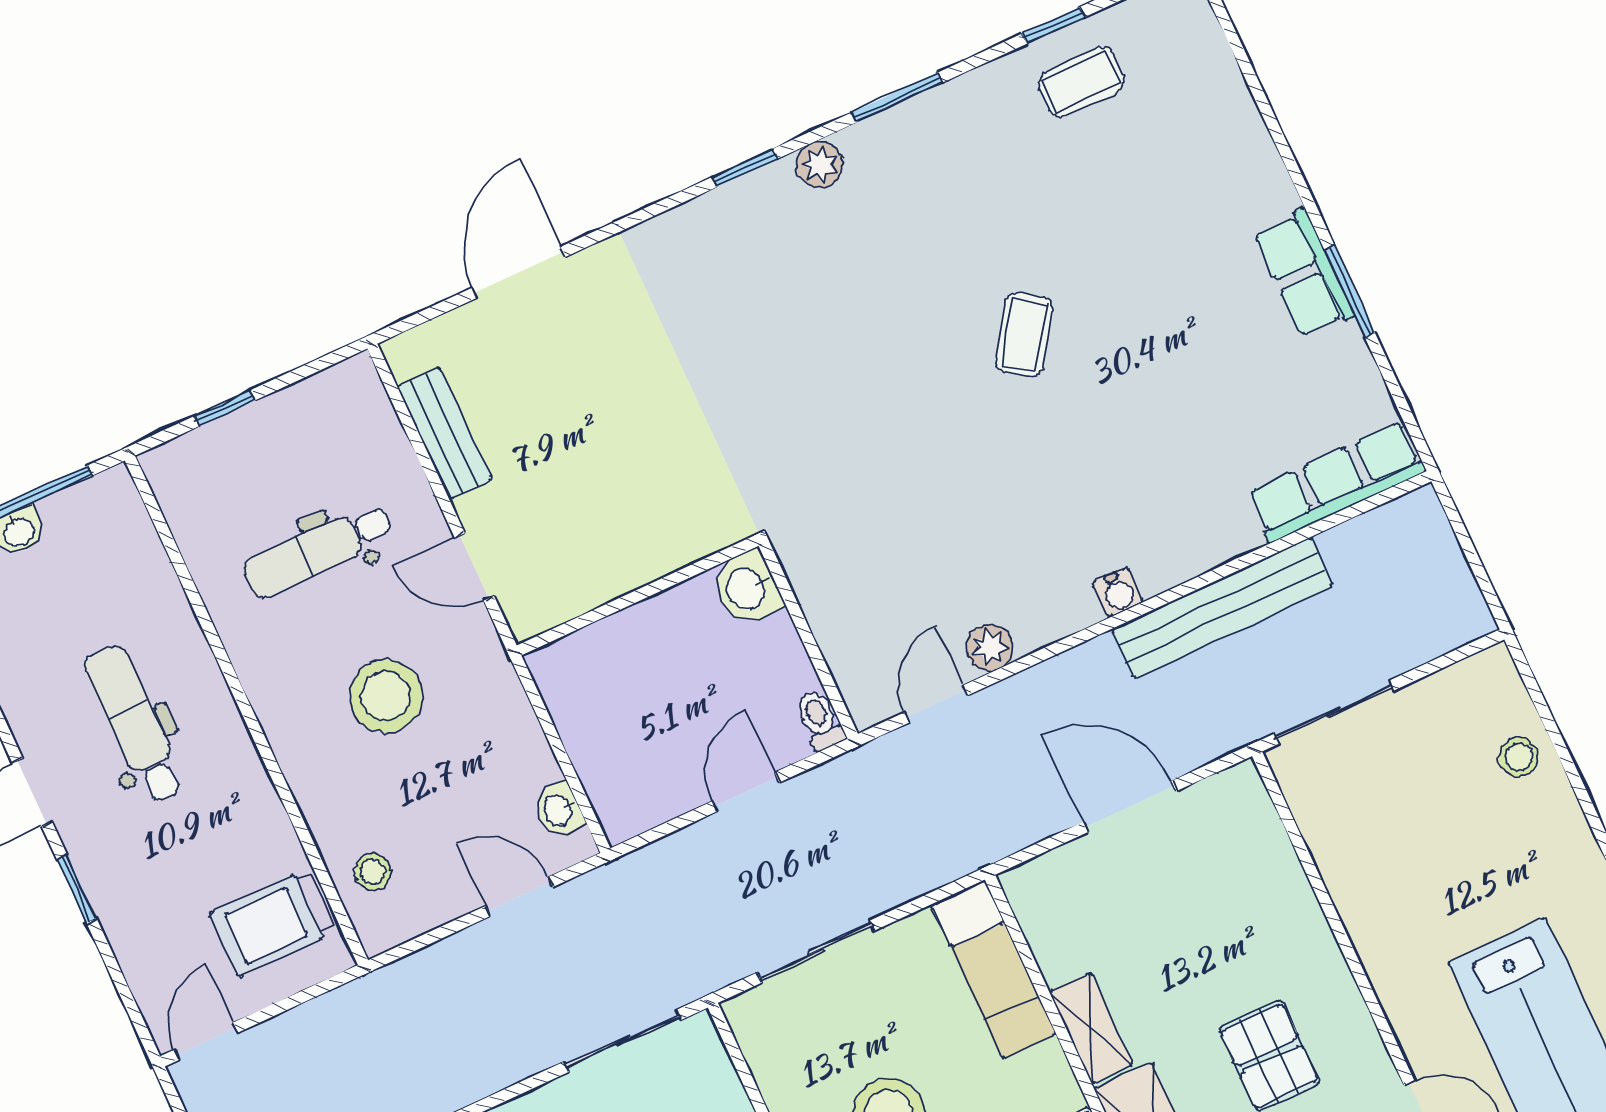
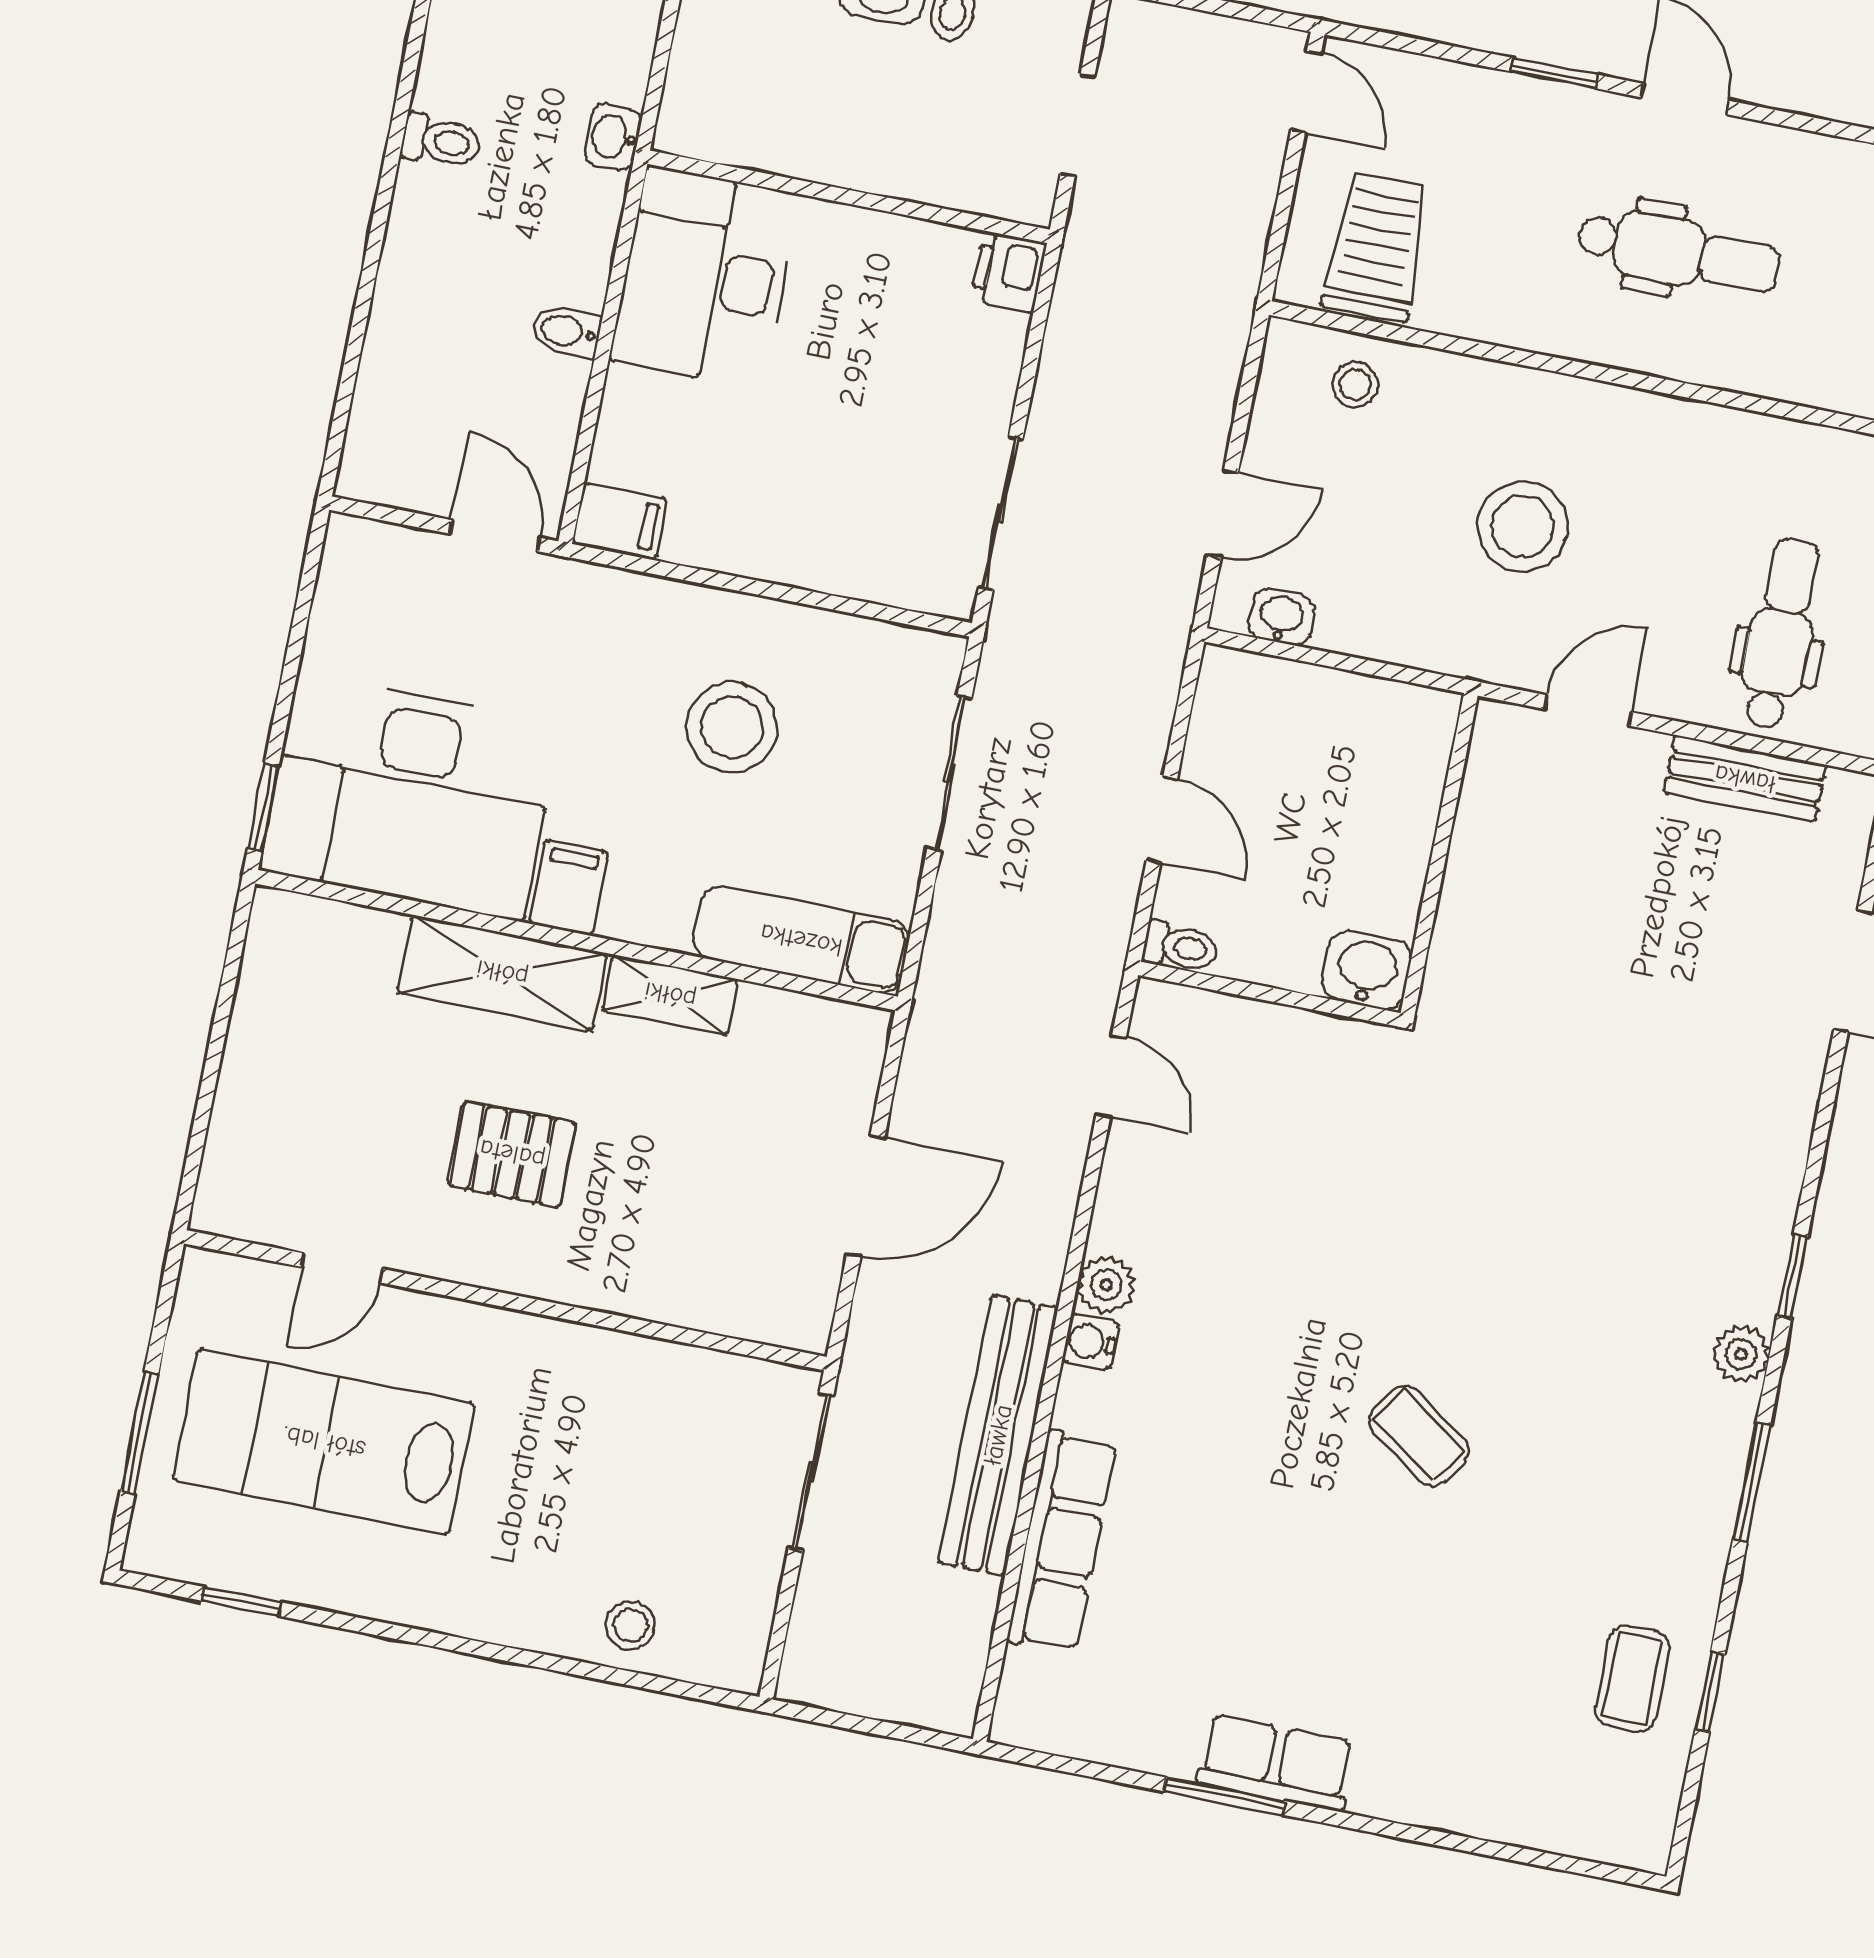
row of seats: (1336, 482) -> (1062, 1541), moved
dental chair: (318, 551) -> (1781, 634), moved
plant: (990, 648) -> (1106, 1285), moved

